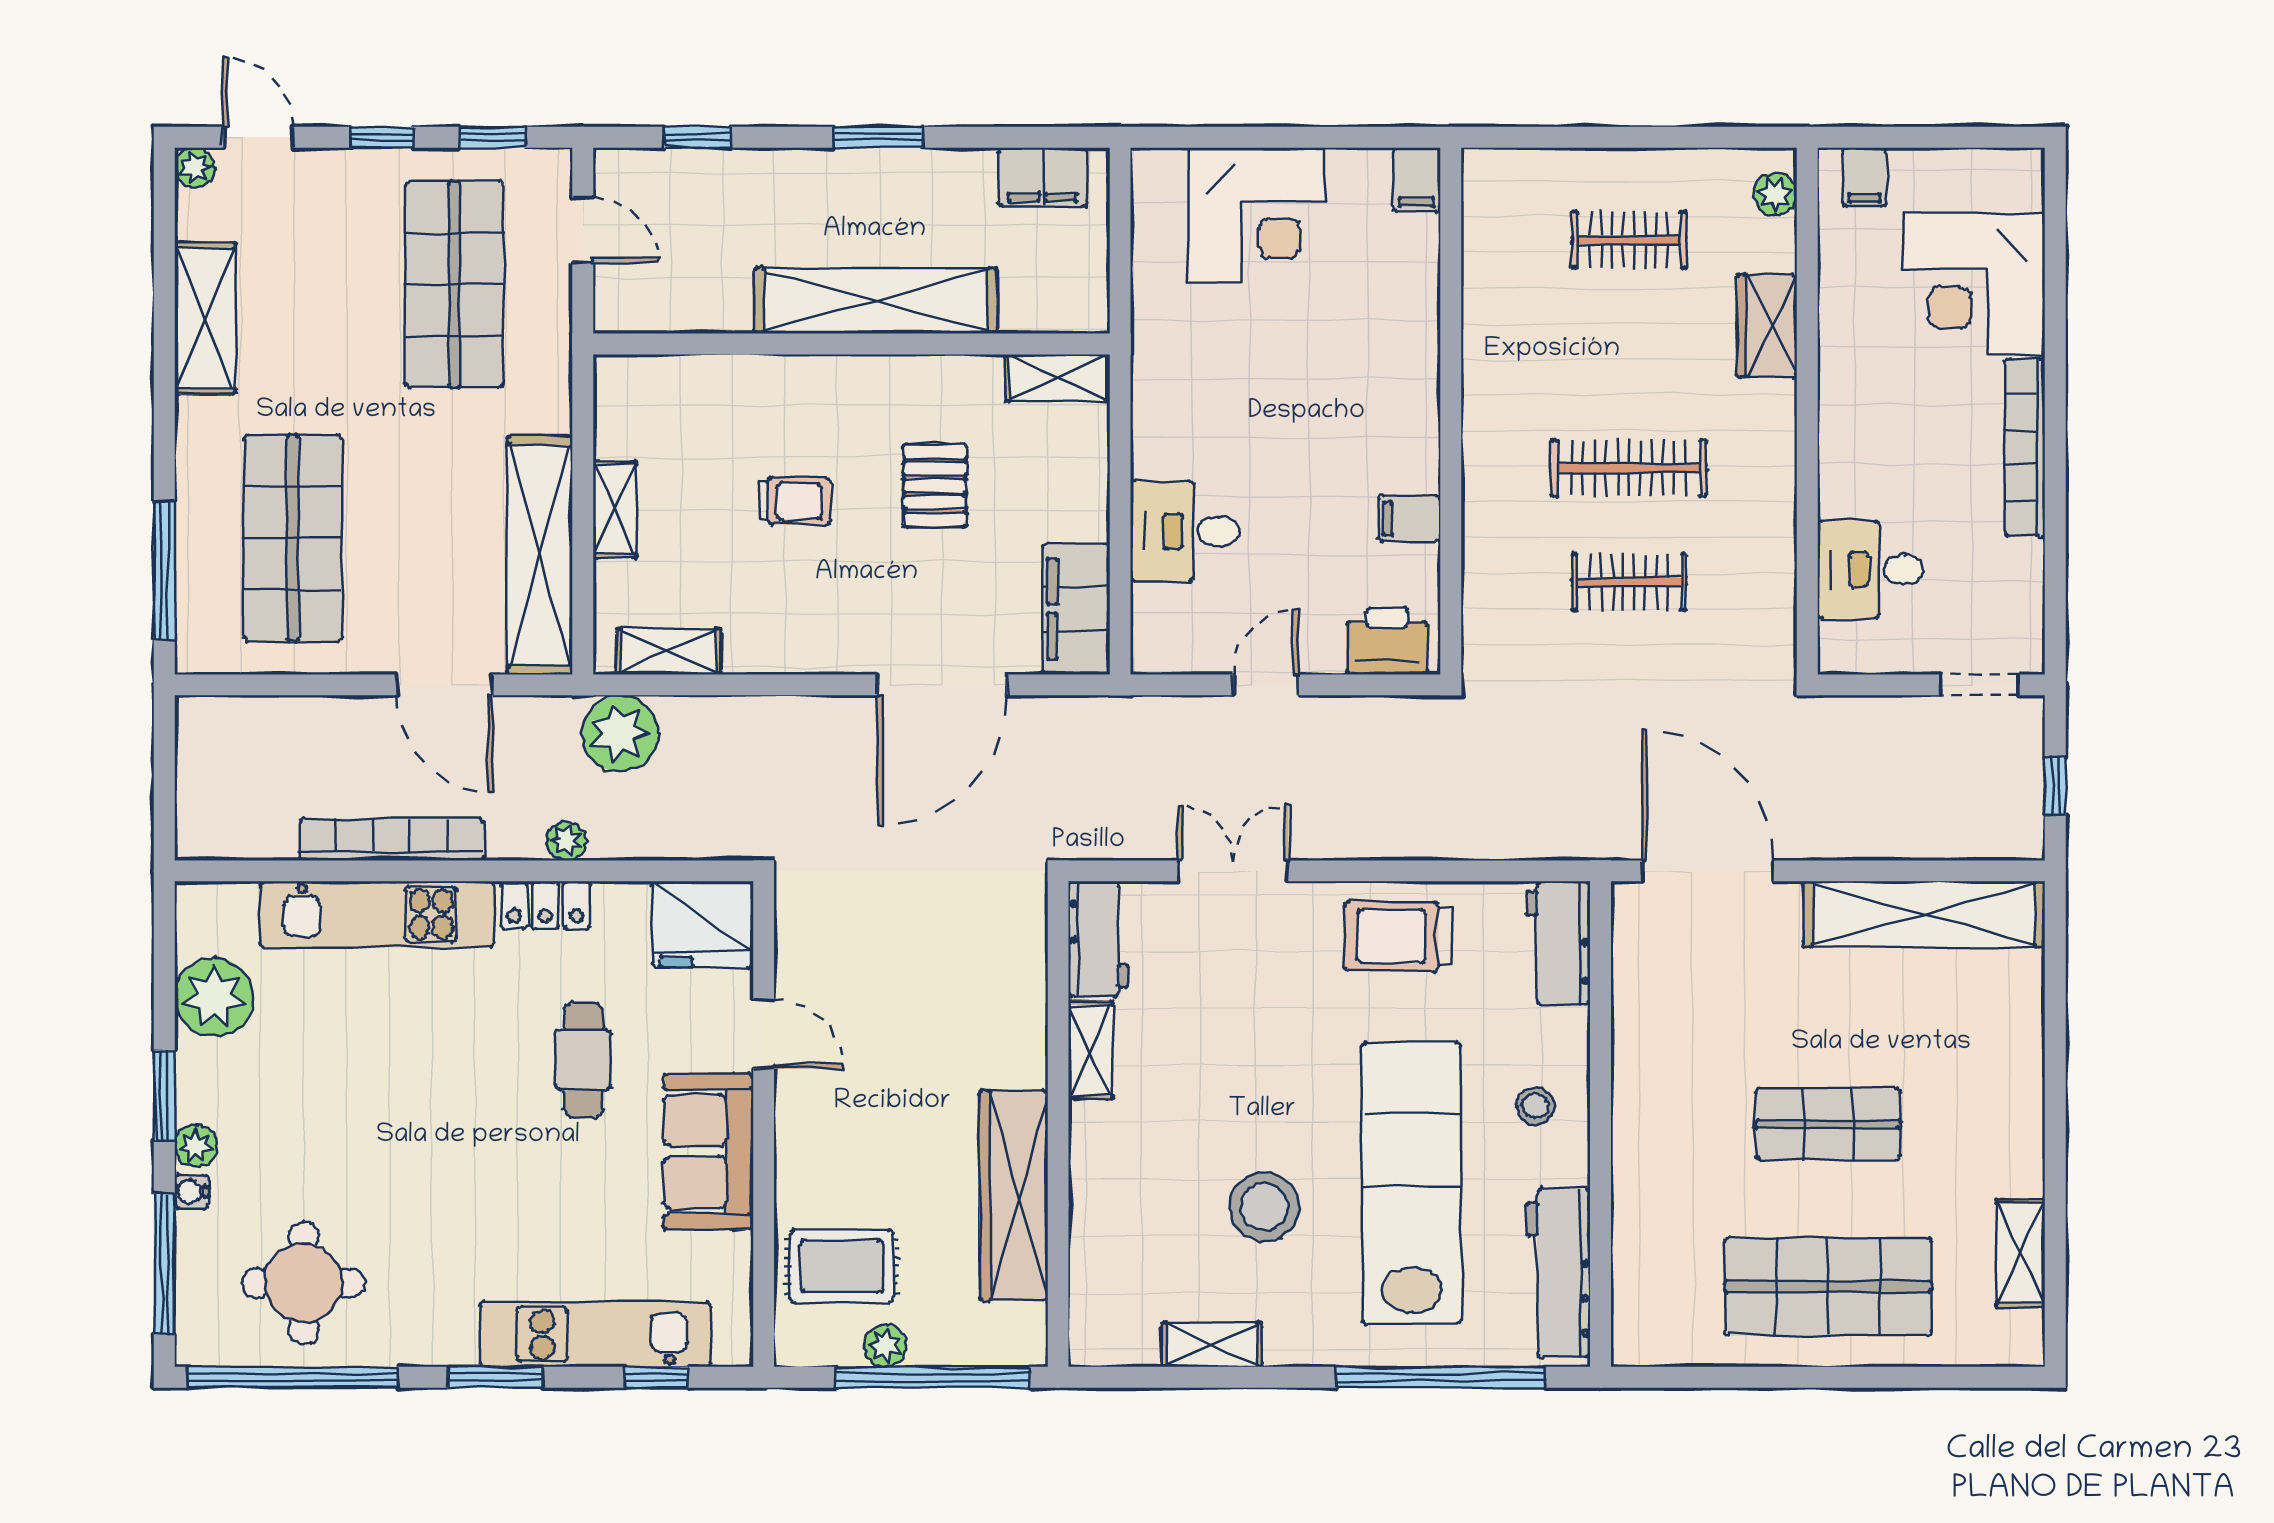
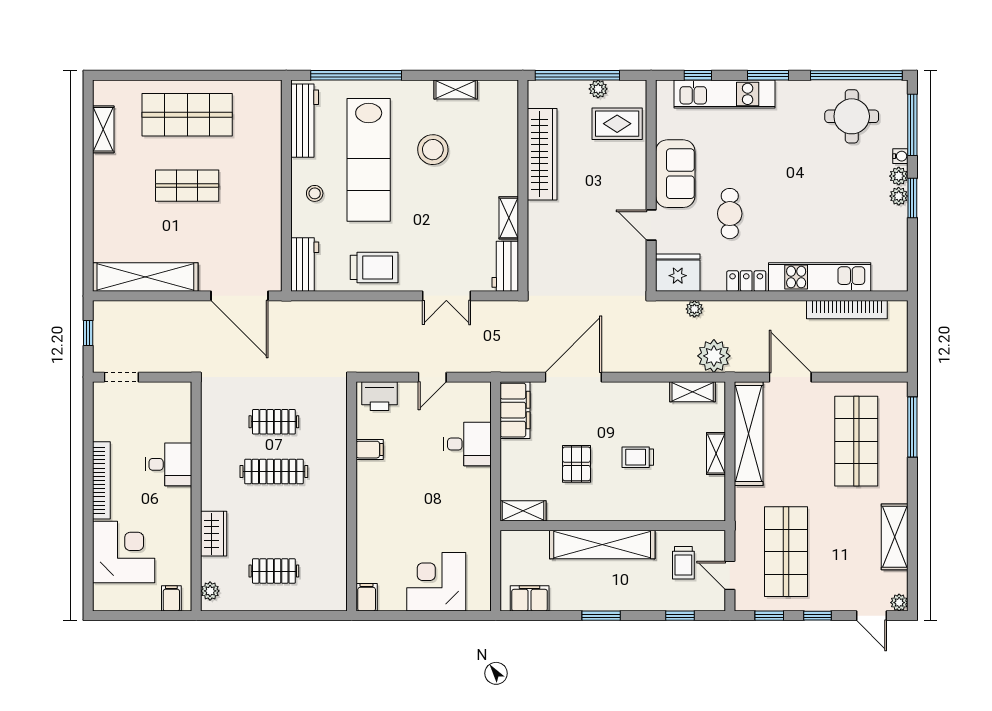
trolley: (690, 259) -> (683, 563), added
desk: (1871, 569) -> (169, 464), moved
bookcase: (392, 840) -> (847, 310), moved
plant: (566, 841) -> (694, 309), moved
plant: (214, 997) -> (899, 196), moved, width x0.53, depth x0.53

